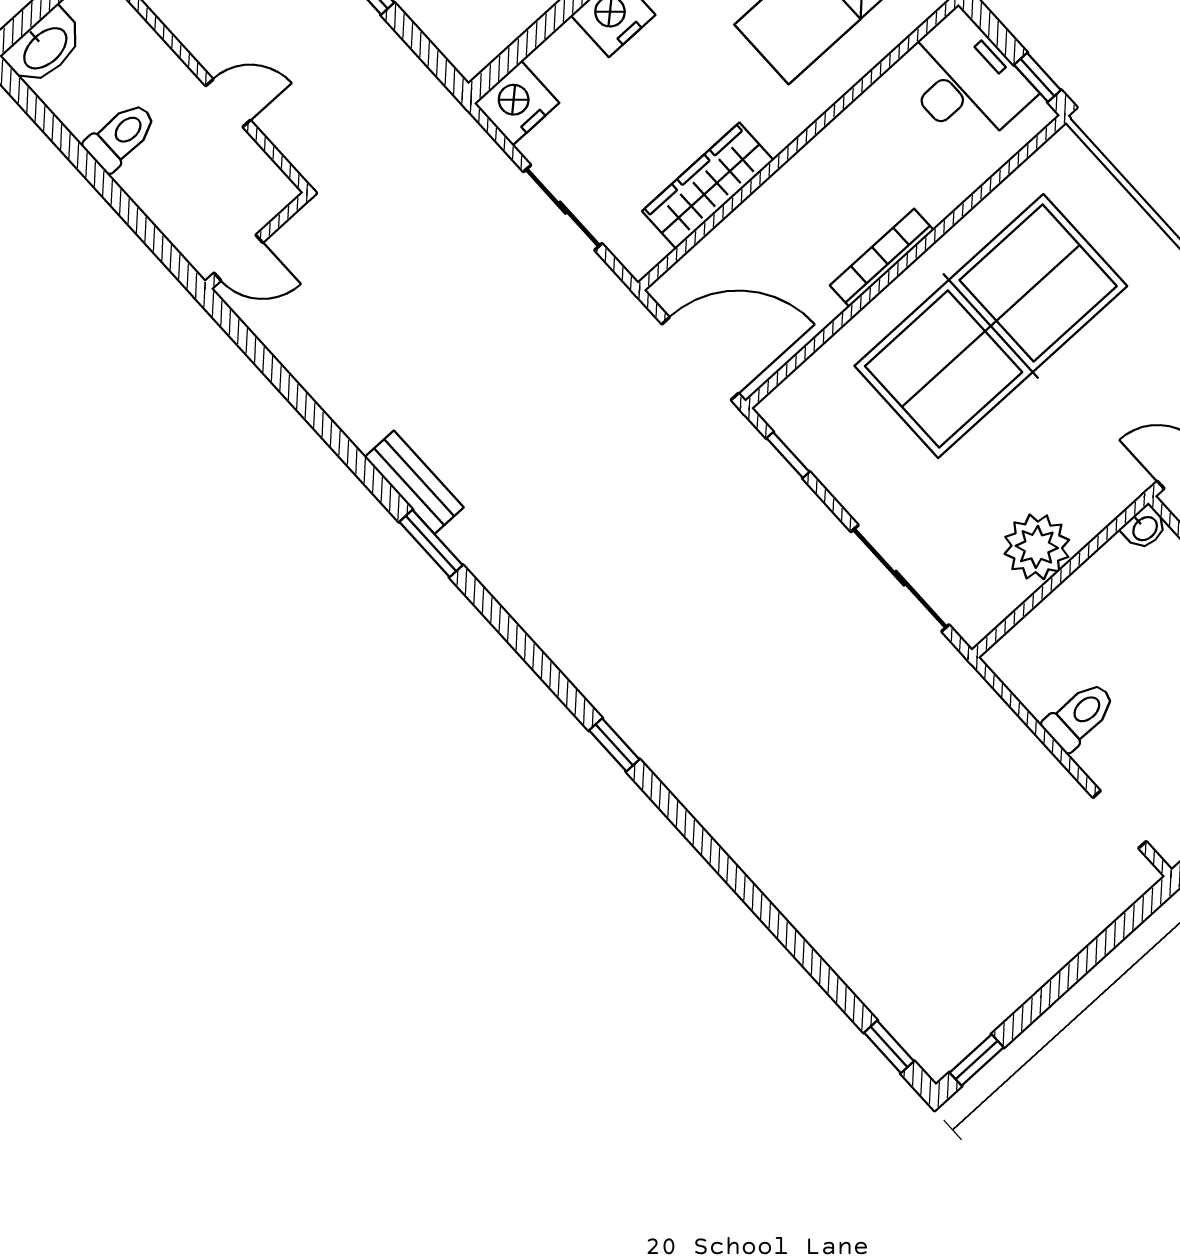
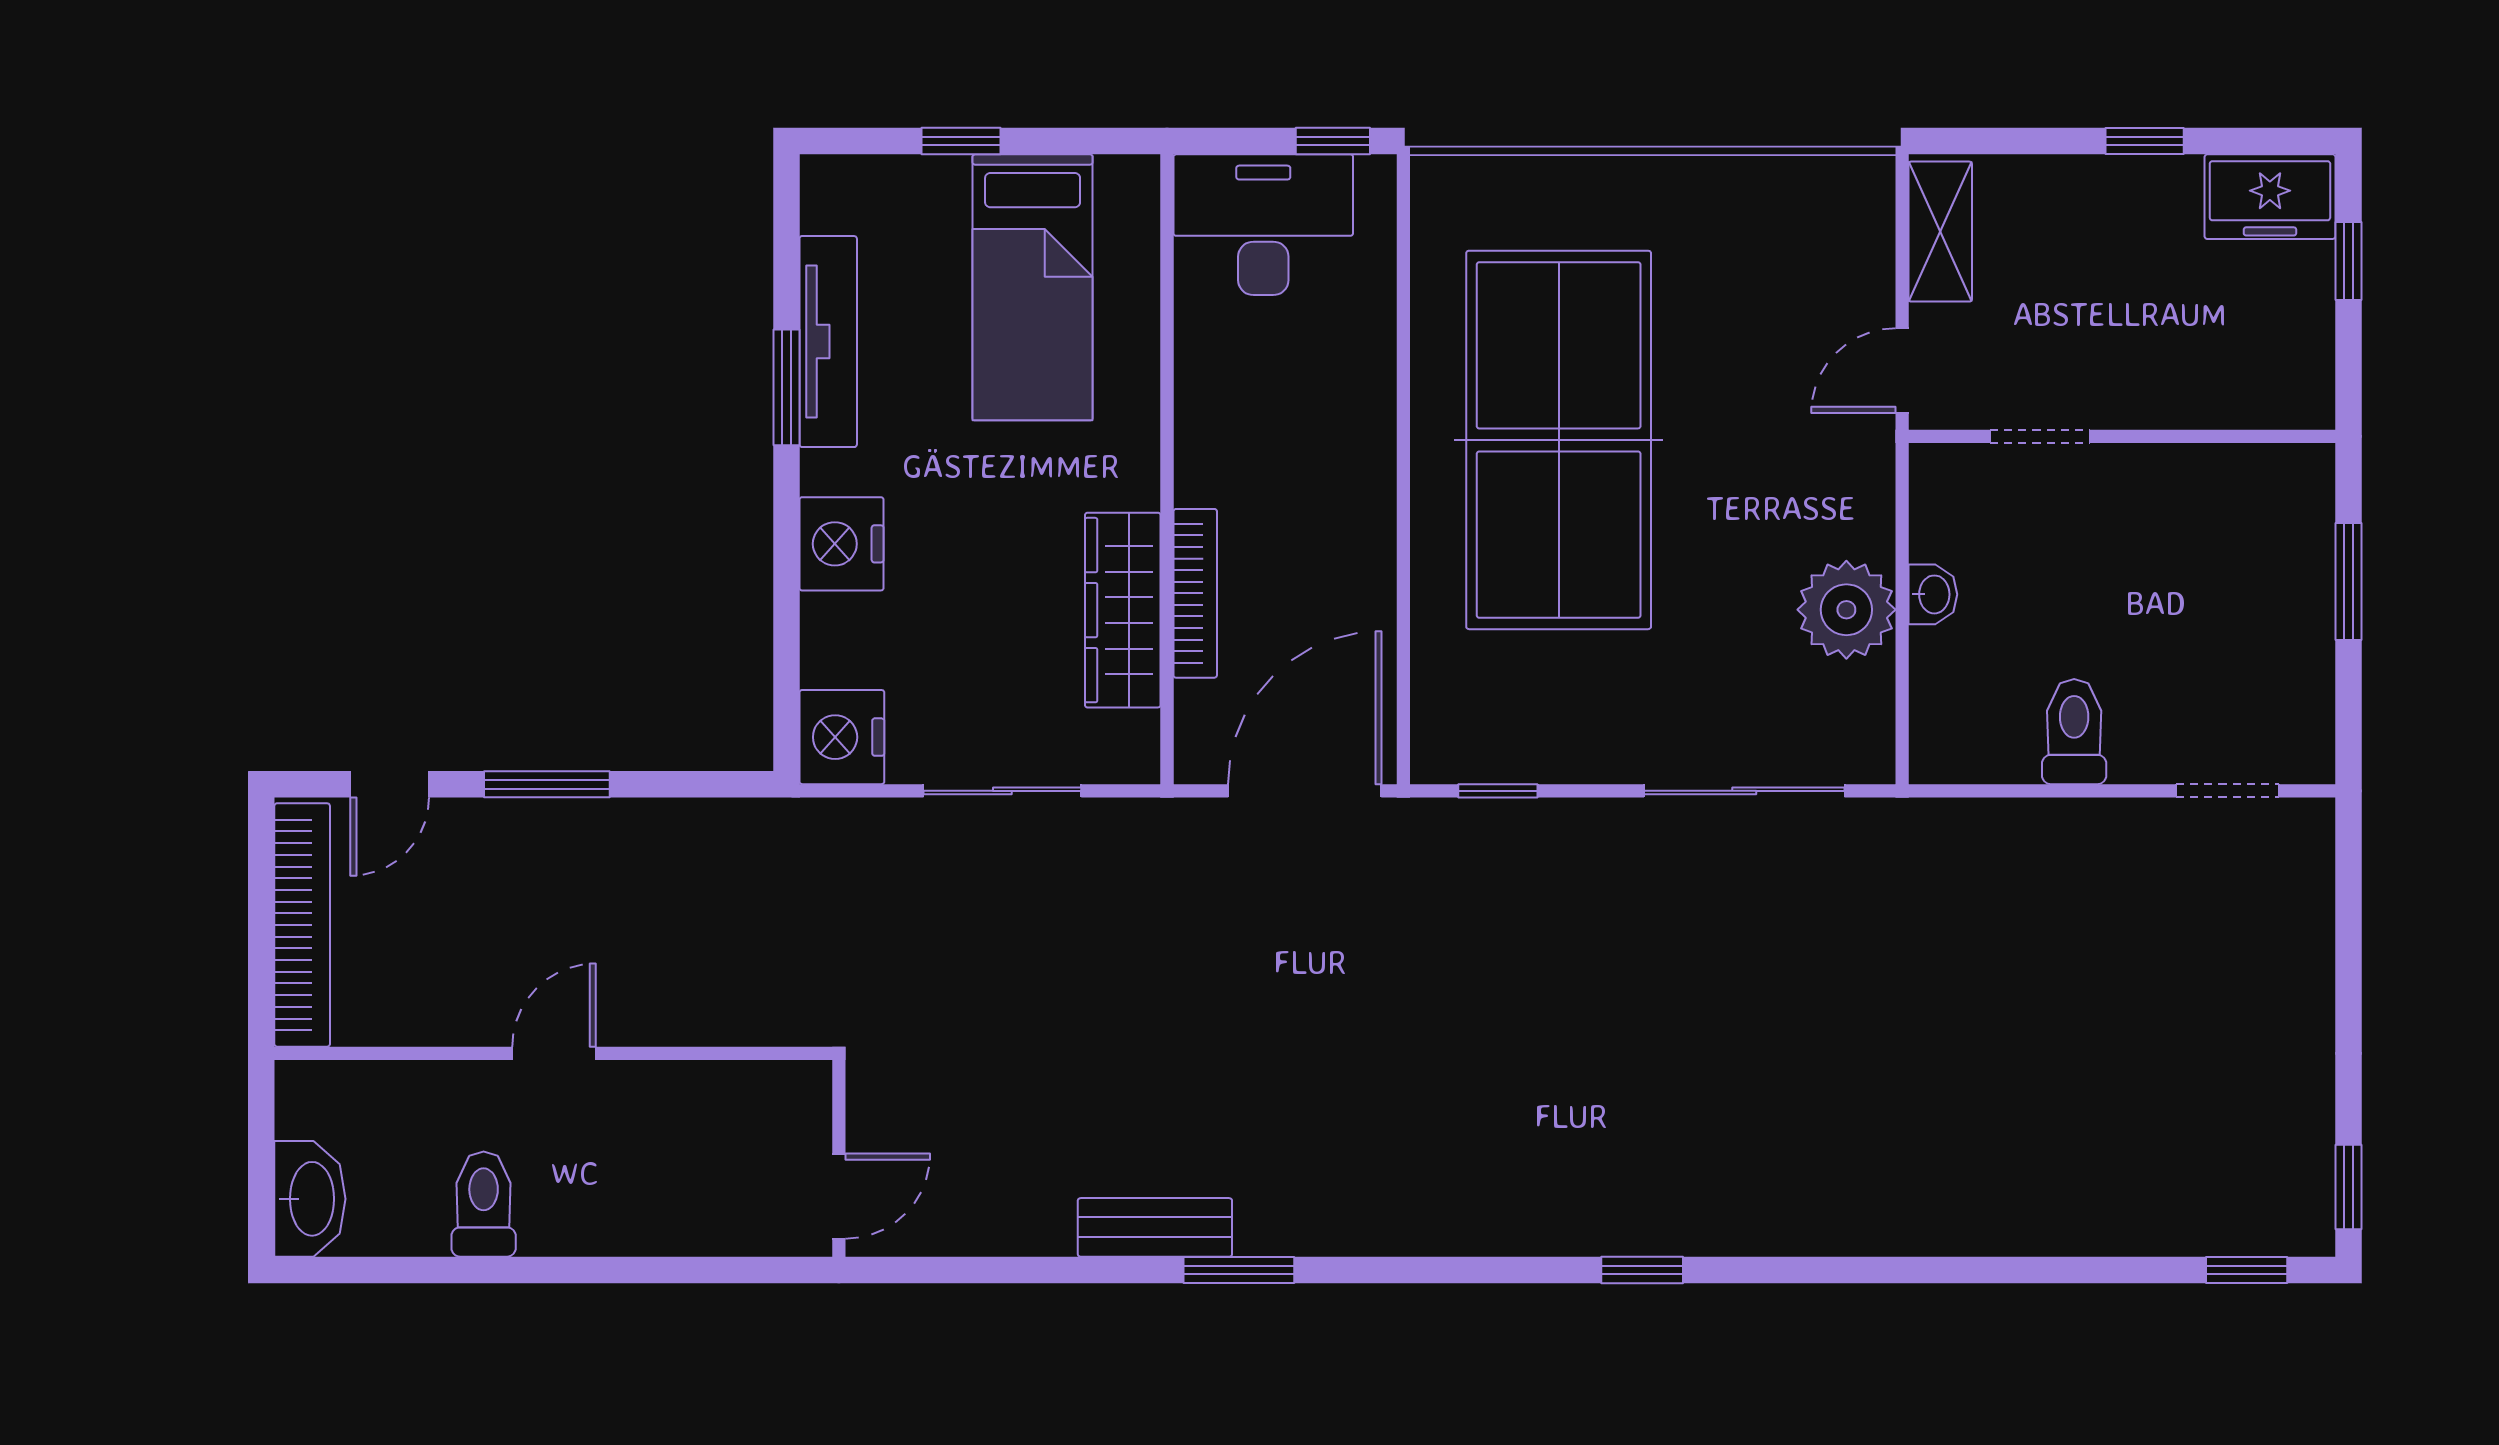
wall: (257, 241) -> (839, 1158), moved
door: (238, 258) -> (839, 1196), moved
bookcase: (882, 258) -> (1195, 593), moved, turned 180
washbasin: (1144, 528) -> (1933, 594), moved

